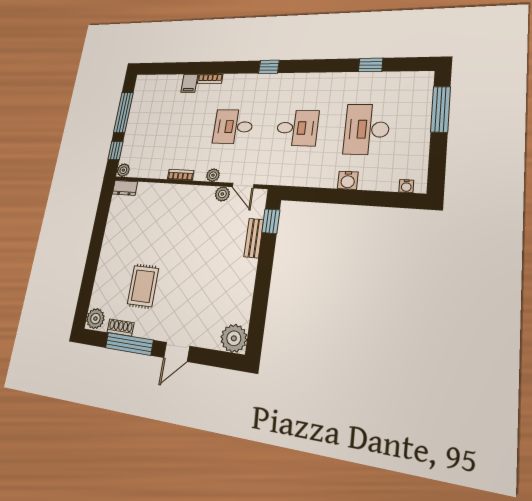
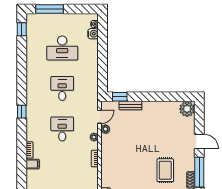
window: (371, 65) -> (22, 29), moved
desk: (233, 127) -> (62, 129), turned 180
water cooler: (348, 180) -> (93, 34), moved
rug: (143, 286) -> (165, 170), turned 90

